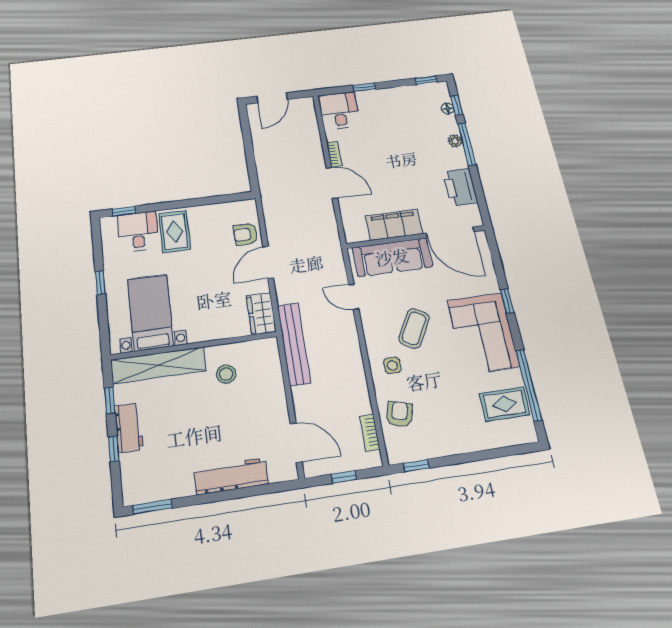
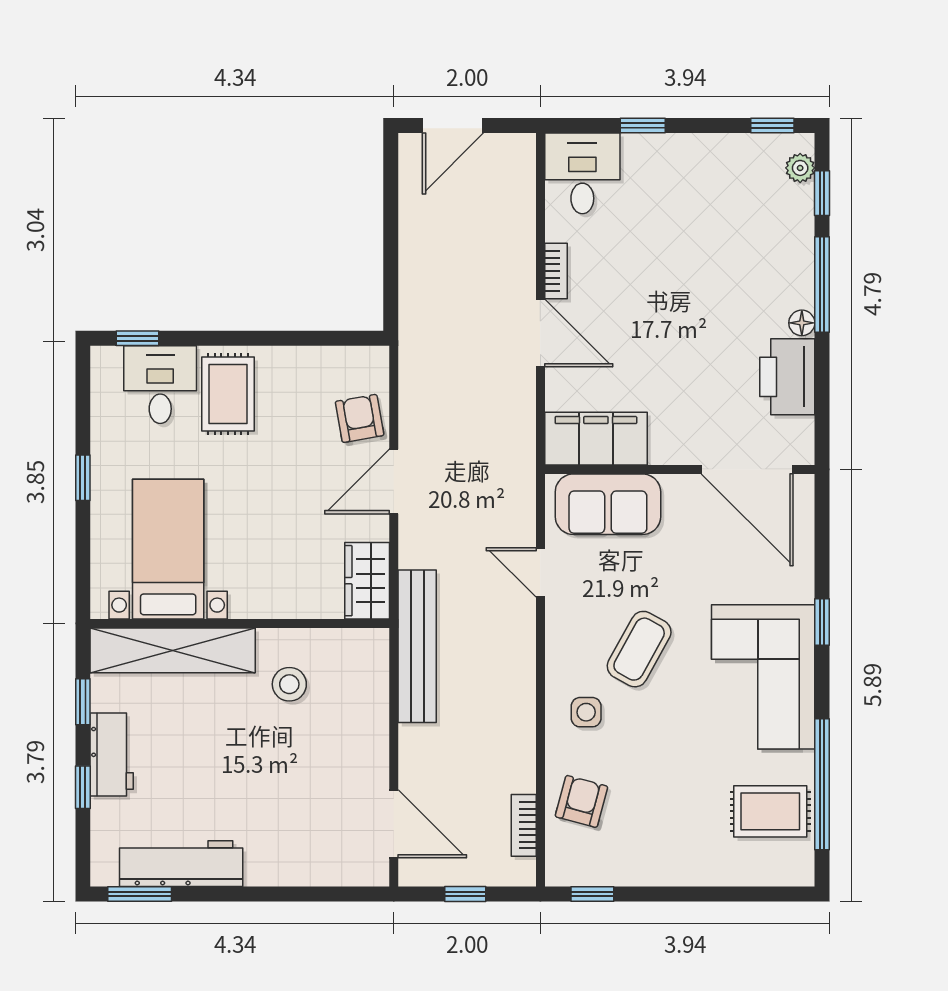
floor lamp: (448, 109) -> (802, 323), moved
plant: (455, 141) -> (800, 168), moved
filing cabinet: (394, 225) -> (596, 439), moved
armchair: (245, 234) -> (360, 418), turned 80
sofa: (392, 257) -> (608, 504), width x0.73
workbench: (231, 476) -> (181, 864), moved

